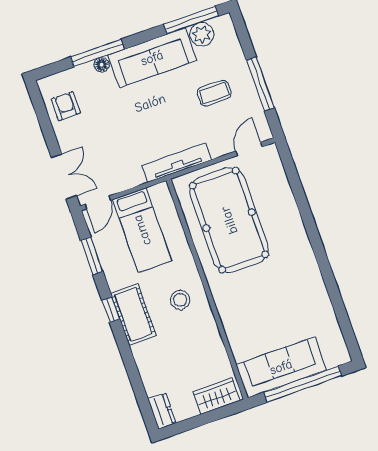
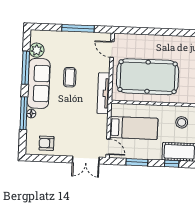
window: (191, 20) -> (26, 68), moved
coffee table: (214, 93) -> (70, 77), moved
double door: (64, 177) -> (86, 160), swing flipped

